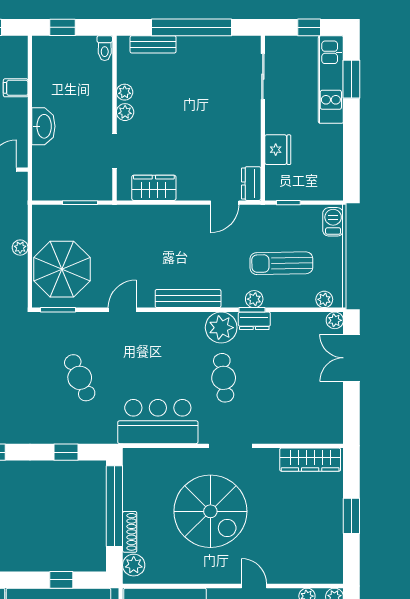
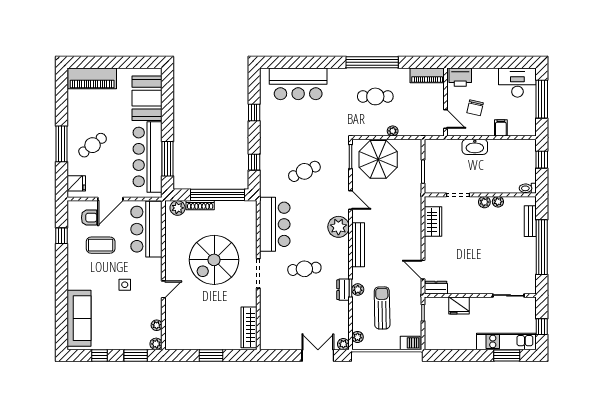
plant: (221, 328) -> (338, 227), moved
window: (61, 580) -> (168, 159), width x2.17

